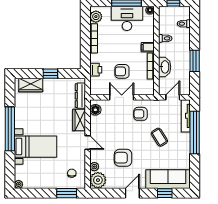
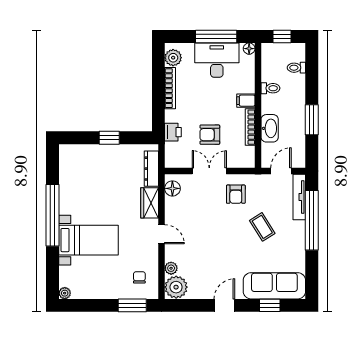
wardrobe: (31, 85) -> (82, 154), removed
armchair: (141, 114) -> (236, 194), turned -90
armchair: (123, 158) -> (211, 256), removed

